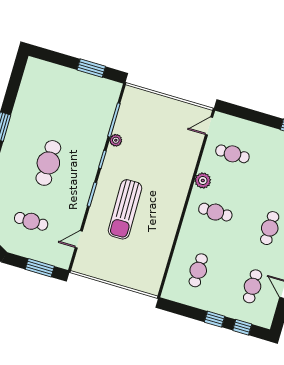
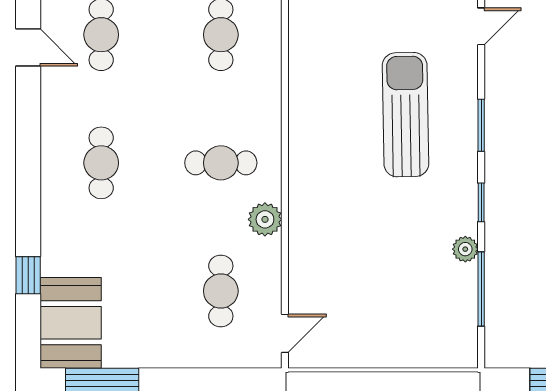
cafe table: (232, 154) -> (221, 291), turned 90

